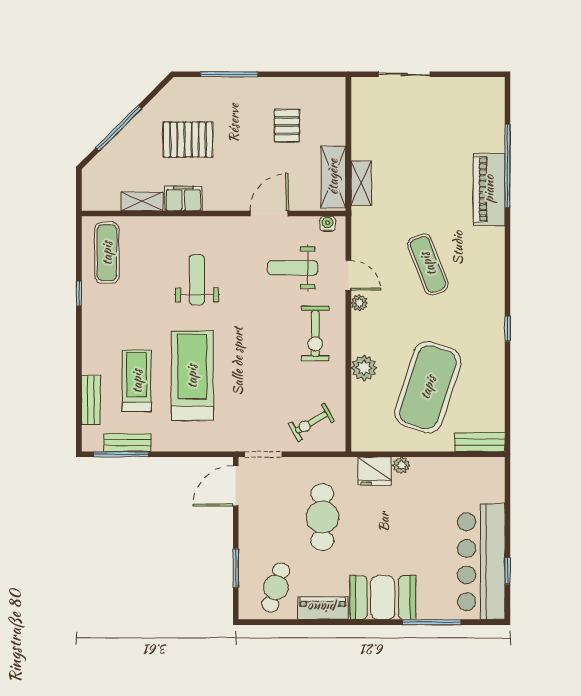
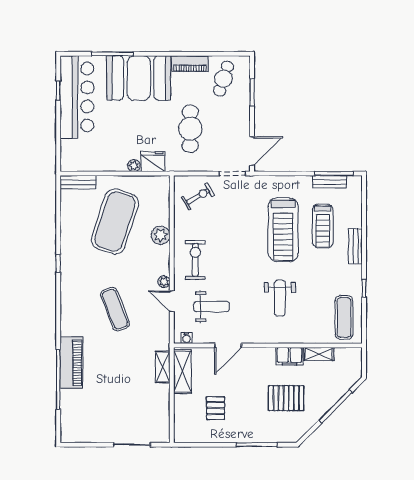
bench: (91, 400) -> (355, 246), moved
booth: (383, 597) -> (139, 78), width x1.36, depth x1.42

